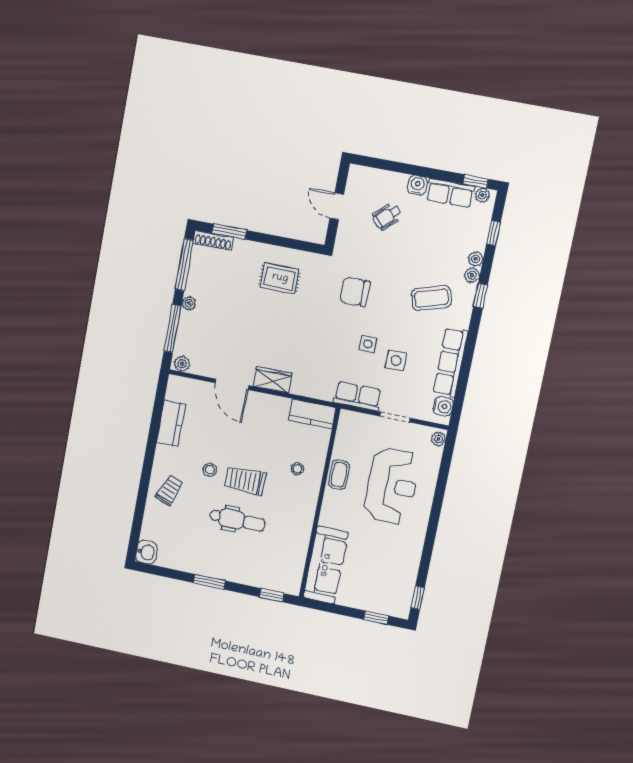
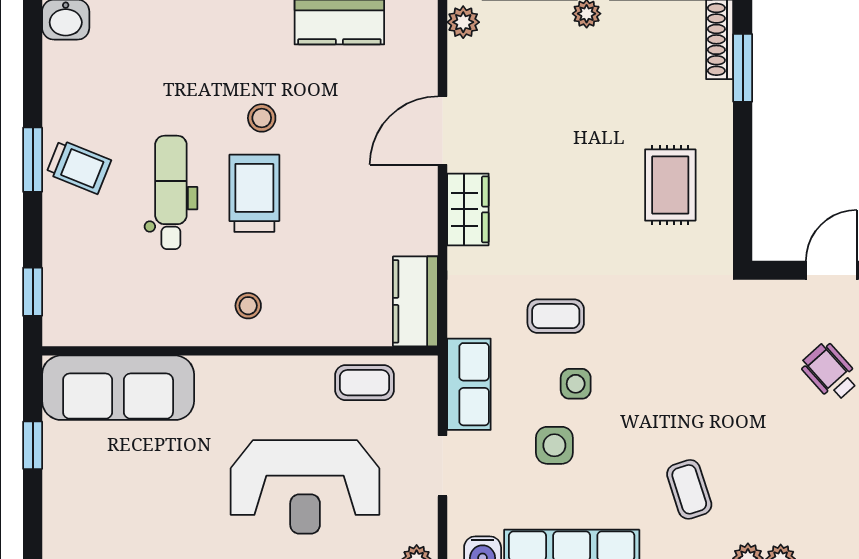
chair: (355, 292) -> (672, 338), removed
coffee table: (431, 298) -> (689, 489), width x0.73, depth x0.77
coffee table: (333, 347) -> (556, 316), added
stool: (297, 469) -> (248, 306), moved
coffee table: (339, 475) -> (364, 383), moved
trolley: (170, 490) -> (79, 167), moved
dental chair: (237, 520) -> (171, 192), turned 180
window: (376, 618) -> (33, 445), moved

